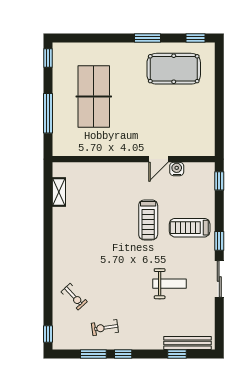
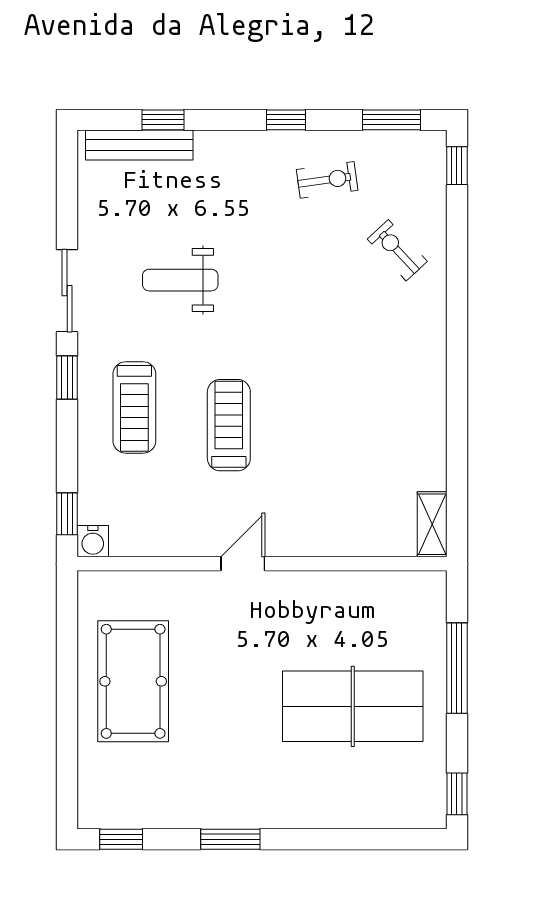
pool table: (174, 69) -> (133, 681), moved, turned 90
table tennis table: (94, 96) -> (353, 706), turned 90
door: (159, 159) -> (243, 564), moved
water cooler: (177, 169) -> (93, 541), moved
shelving: (59, 192) -> (432, 524), moved
treadmill: (190, 228) -> (134, 407), turned 90
window: (93, 354) -> (392, 120), moved

